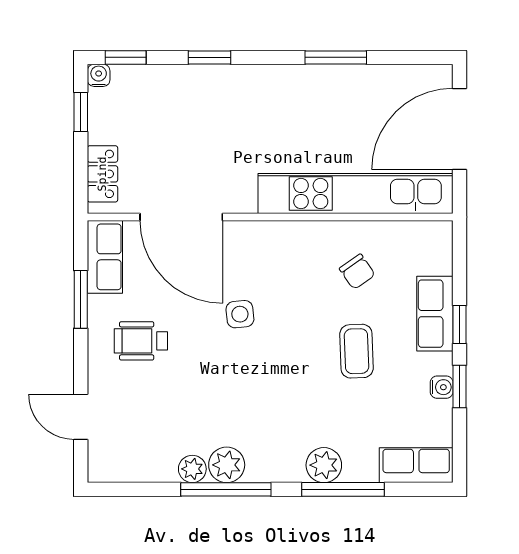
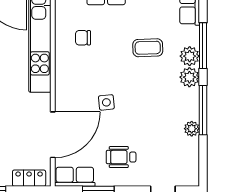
chair: (357, 272) -> (83, 38), turned -145
wheelchair: (141, 341) -> (121, 157), turned 90
coffee table: (356, 351) -> (148, 48), moved
plant: (227, 465) -> (189, 77), moved

